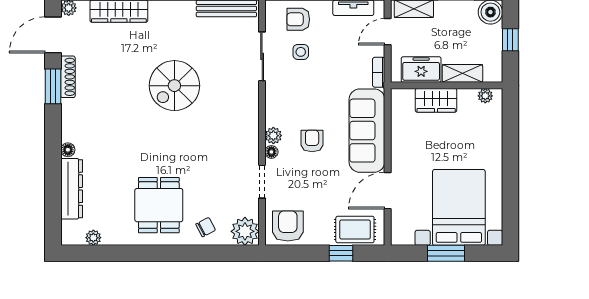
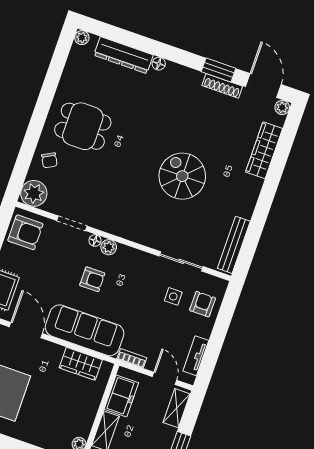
wardrobe: (436, 100) -> (81, 364), moved, turned -90
plant: (93, 238) -> (82, 38), moved

